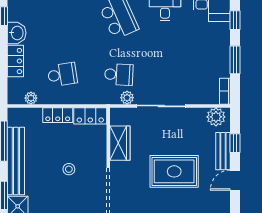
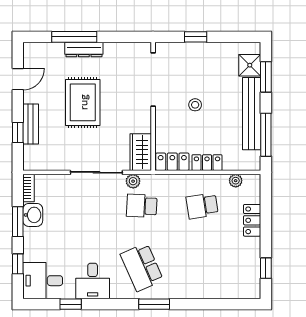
washbasin: (17, 33) -> (33, 215), moved, turned 180
plant: (216, 117) -> (38, 161), removed
wardrobe: (120, 143) -> (141, 152), moved
rug: (174, 171) -> (83, 102), turned 90
door: (235, 180) -> (18, 79), moved

